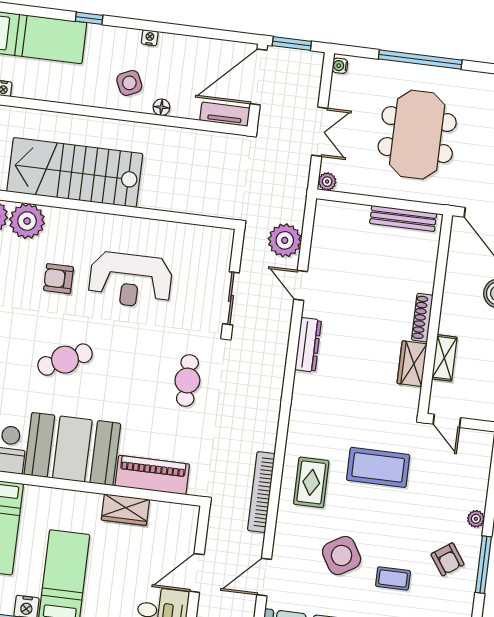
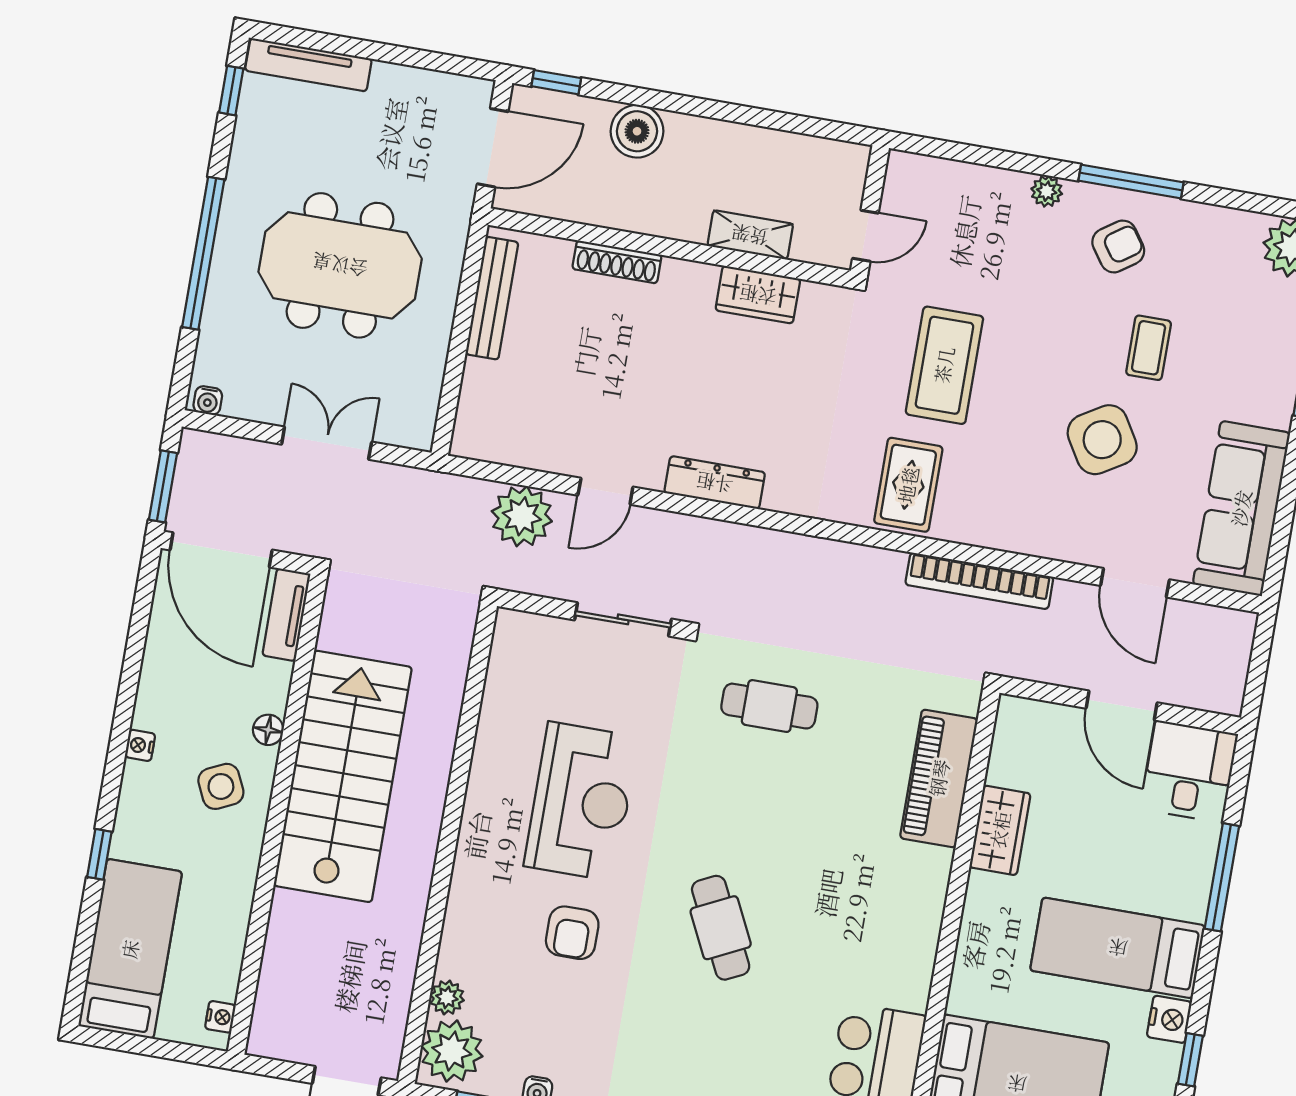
stairs: (75, 173) -> (343, 776), moved, turned 180
plant: (327, 182) -> (418, 434), removed
plant: (27, 221) -> (447, 997), width x0.53, depth x0.53
shoe rack: (422, 318) -> (617, 262), moved
booth: (72, 449) -> (885, 922), removed
rug: (311, 482) -> (908, 485), moved, turned 90

